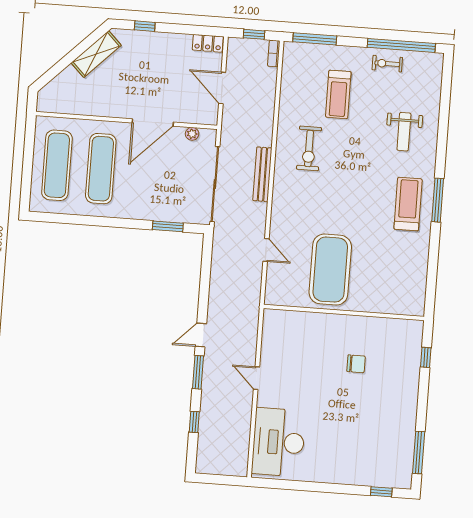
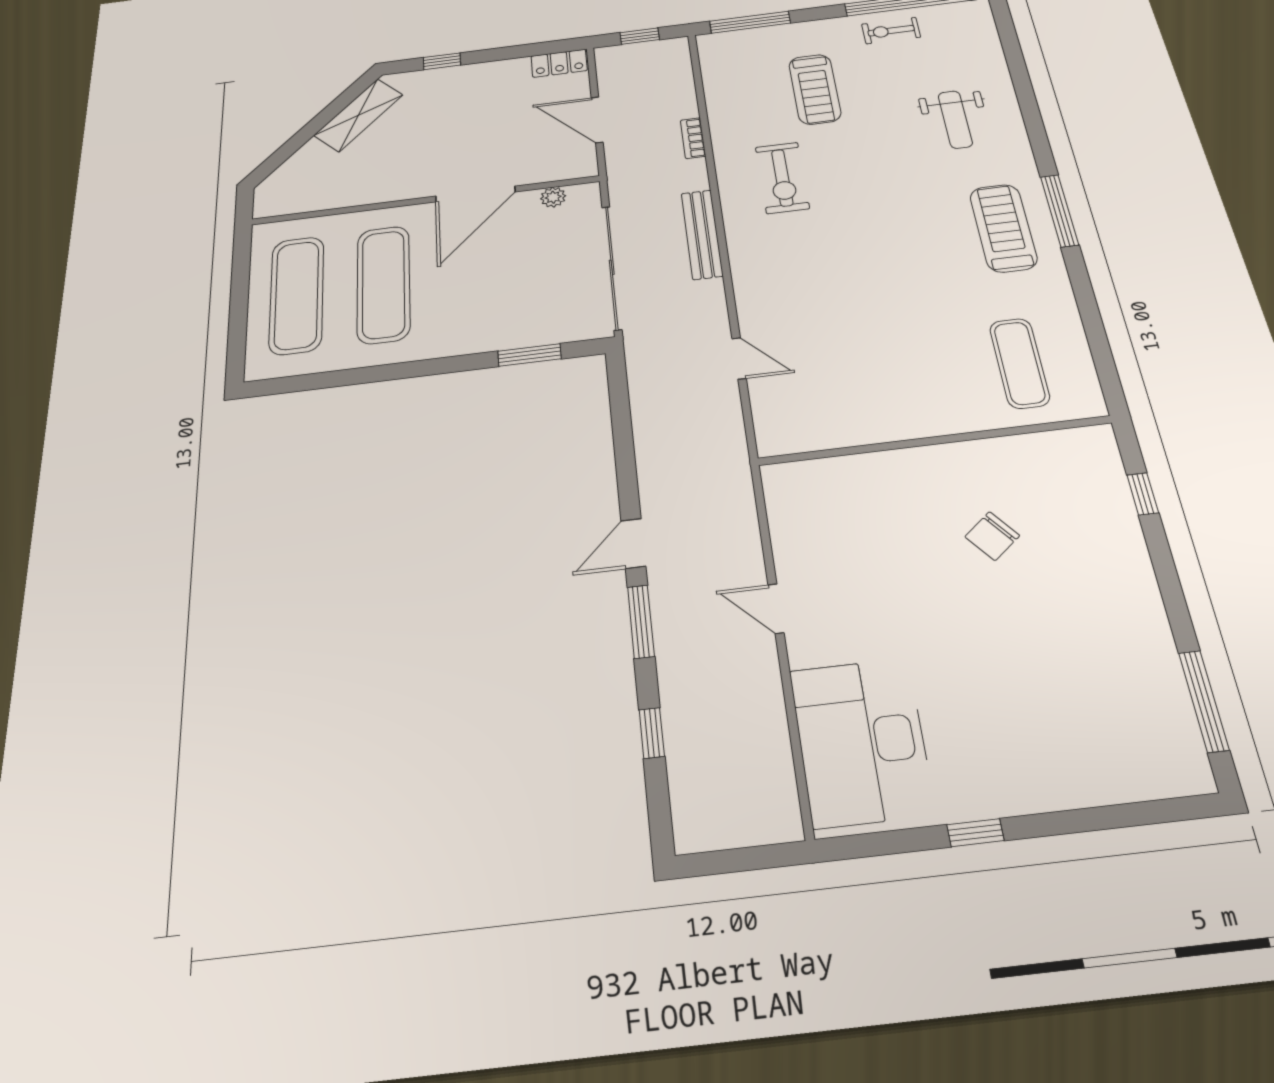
bookcase: (274, 53) -> (693, 138), moved
exercise mat: (330, 270) -> (1019, 363), moved, width x0.50, depth x0.69
chair: (356, 364) -> (992, 536), turned 141
window: (381, 492) -> (975, 833), moved

